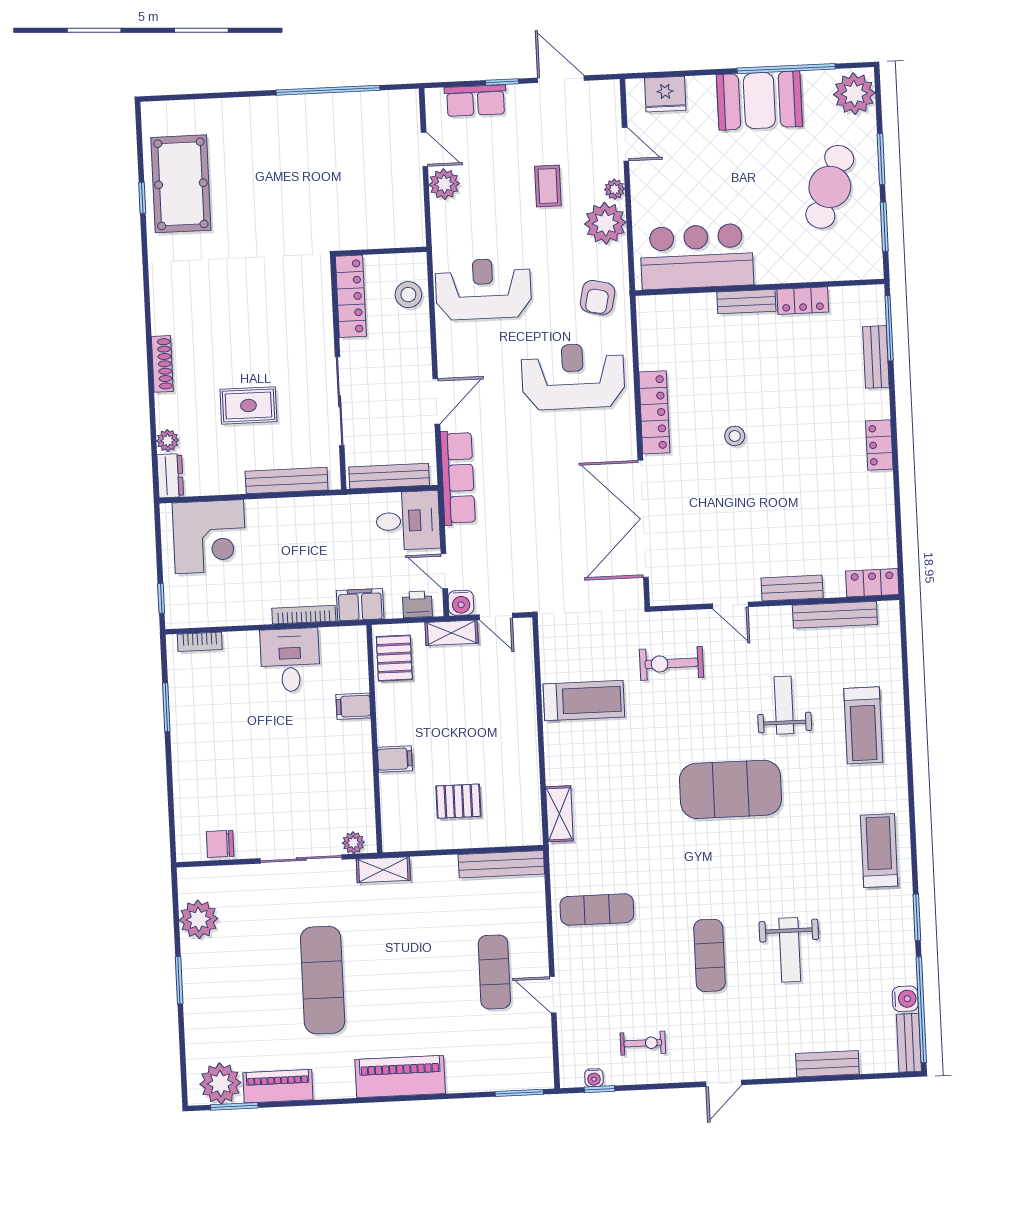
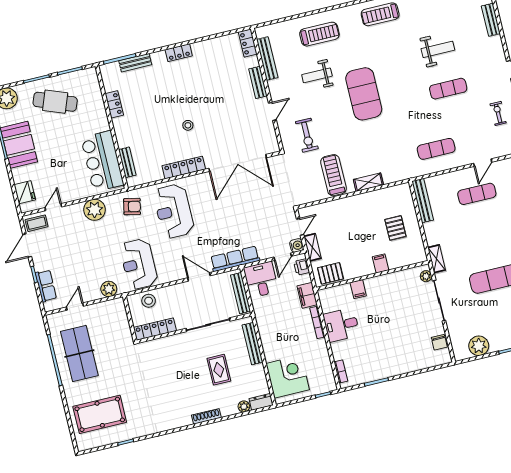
table tennis table: (332, 141) -> (79, 353), added
pool table: (181, 184) -> (100, 414), moved
plant: (444, 184) -> (109, 289), moved
coffee table: (548, 186) -> (37, 223), moved
plant: (615, 189) -> (77, 208), removed
bench: (746, 302) -> (127, 162), moved
shelving: (559, 814) -> (368, 182), moved
exercise mat: (597, 910) -> (436, 149), turned 90

